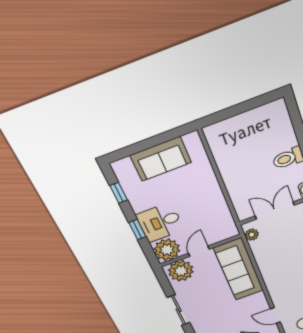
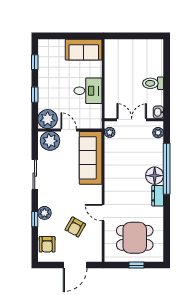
sofa: (161, 159) -> (84, 50), moved
desk: (160, 222) -> (88, 91), moved, turned 180
door: (199, 251) -> (69, 130), hinge flipped

